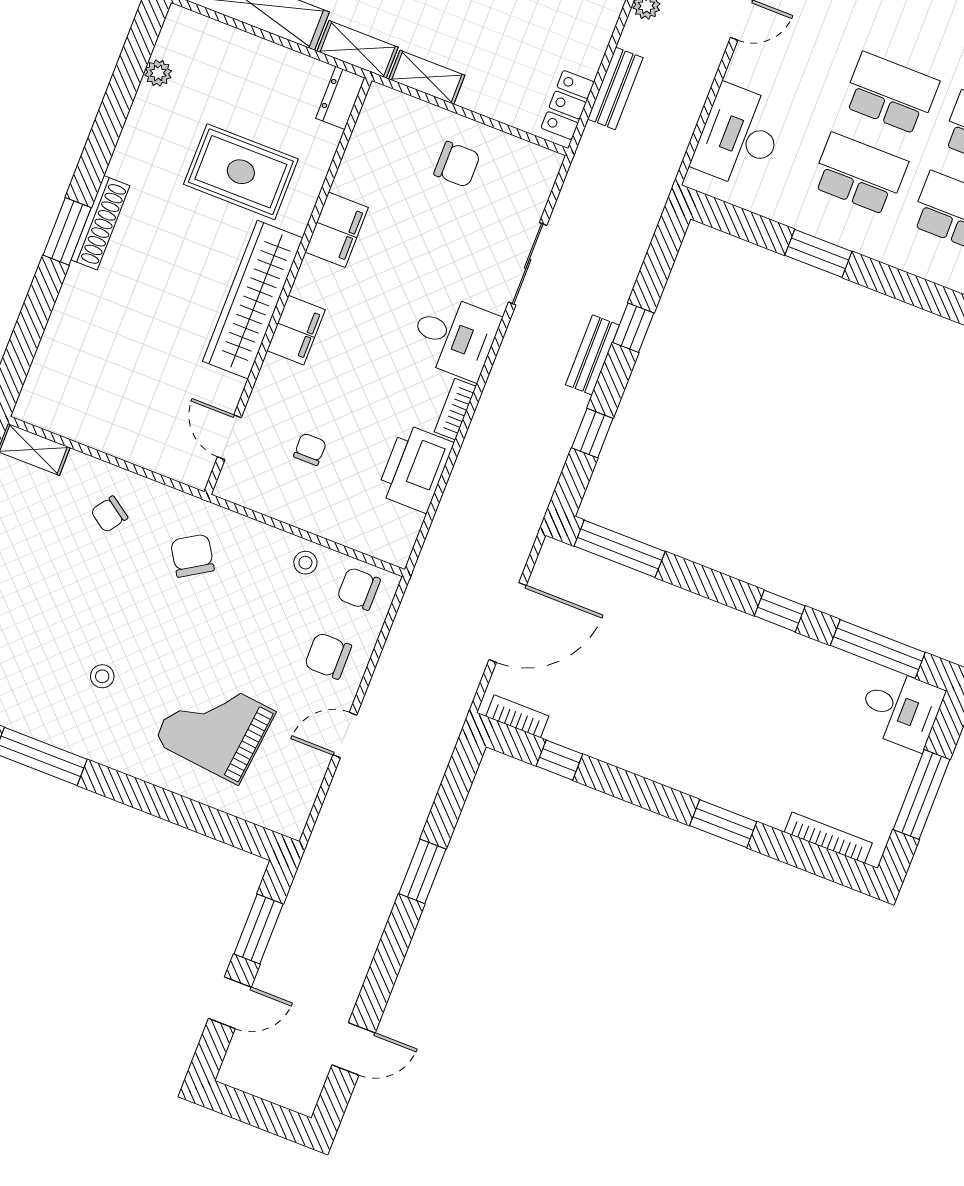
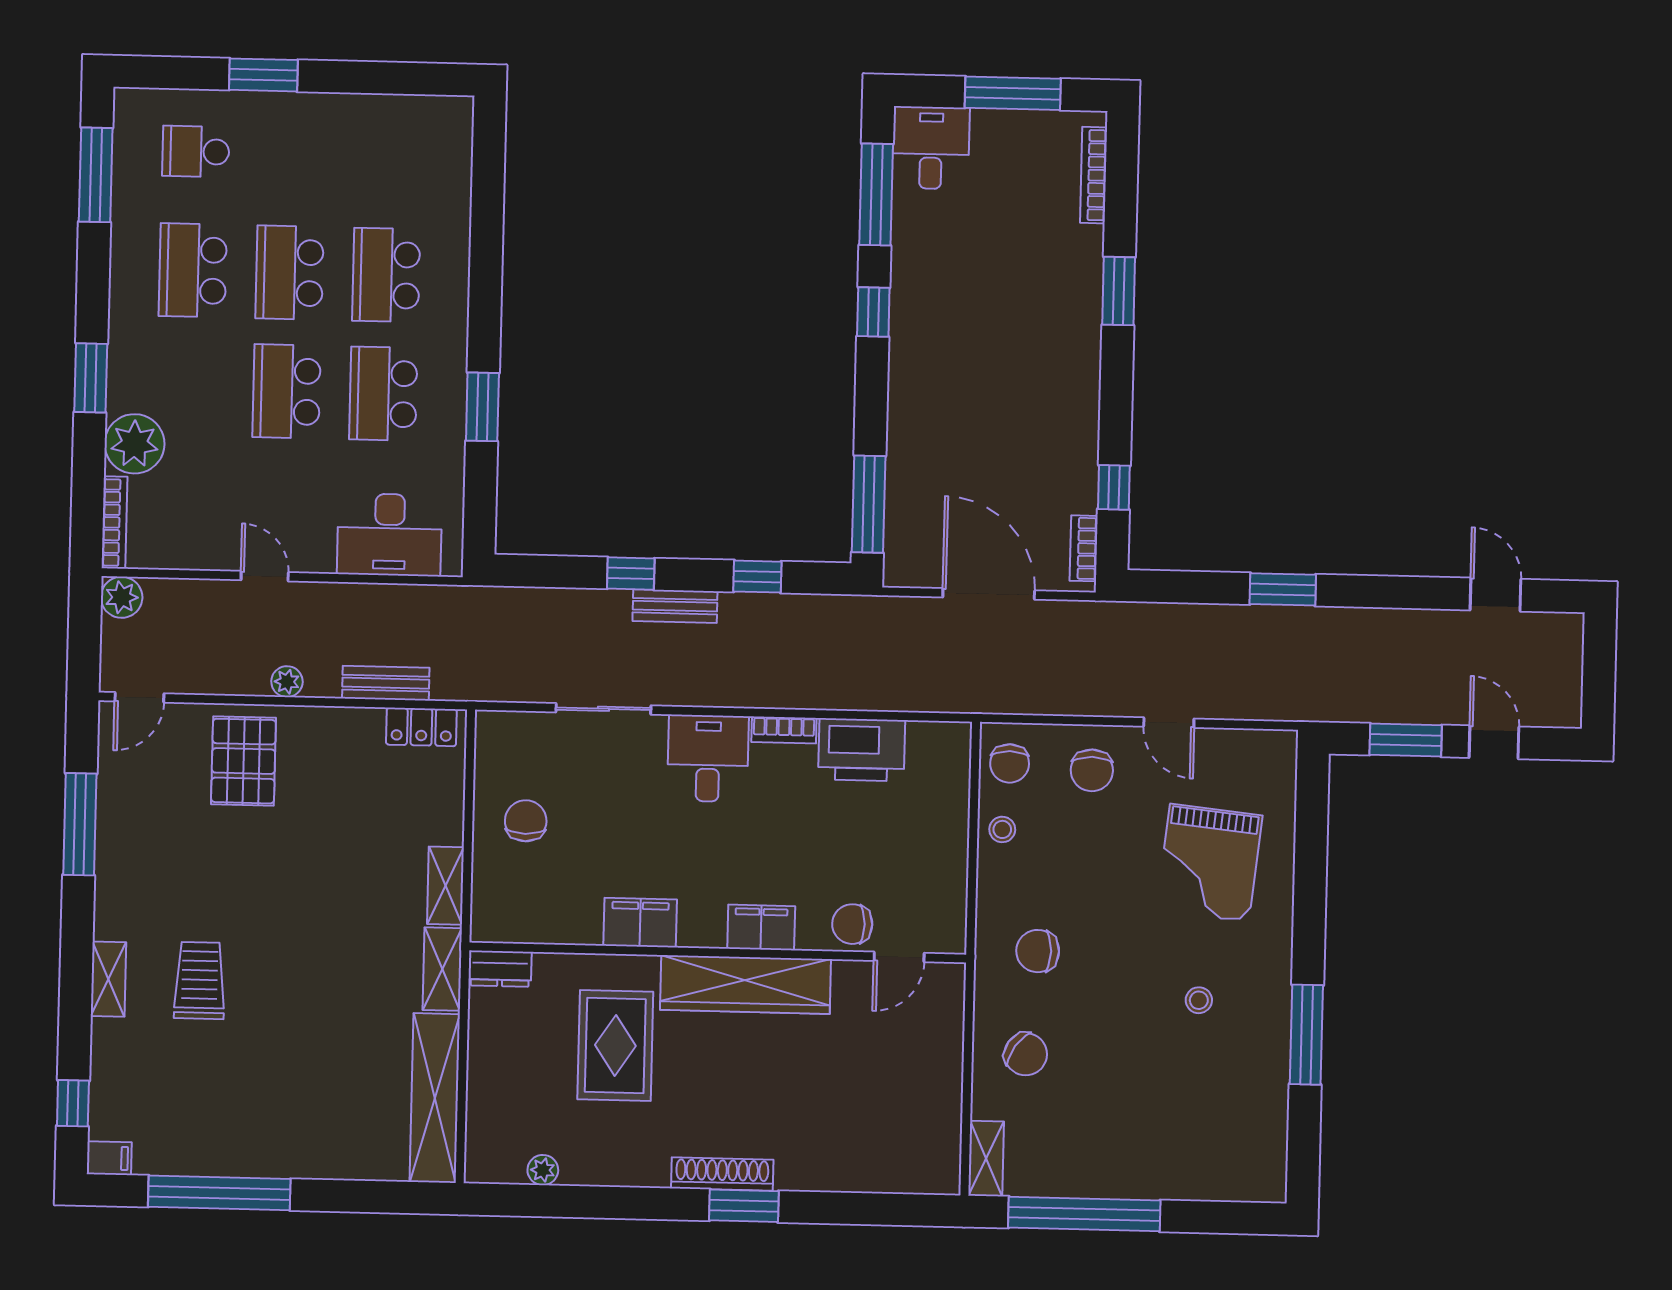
chair: (310, 449) -> (852, 924), moved, width x1.37, depth x1.37
chair: (109, 514) -> (1026, 1054), width x1.37, depth x1.37
chair: (192, 556) -> (1038, 951), turned 32

